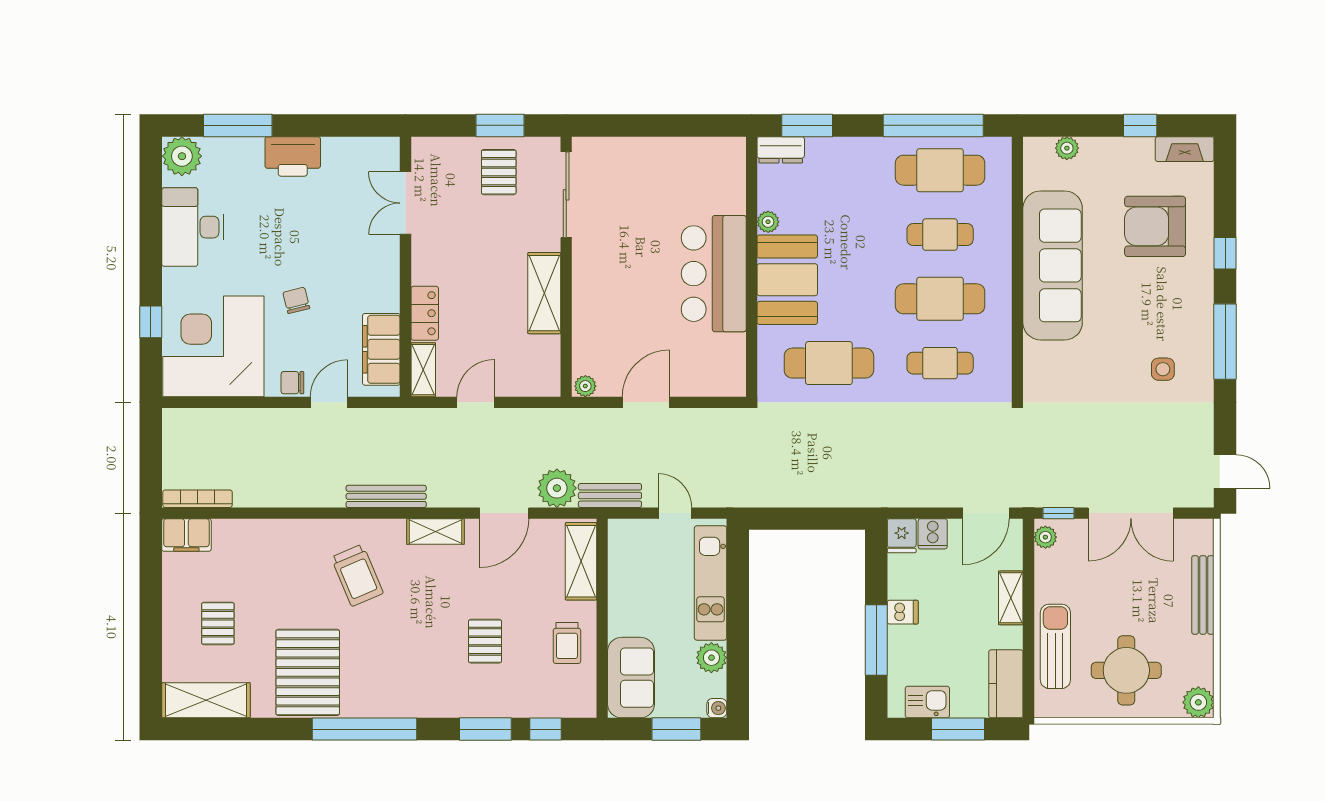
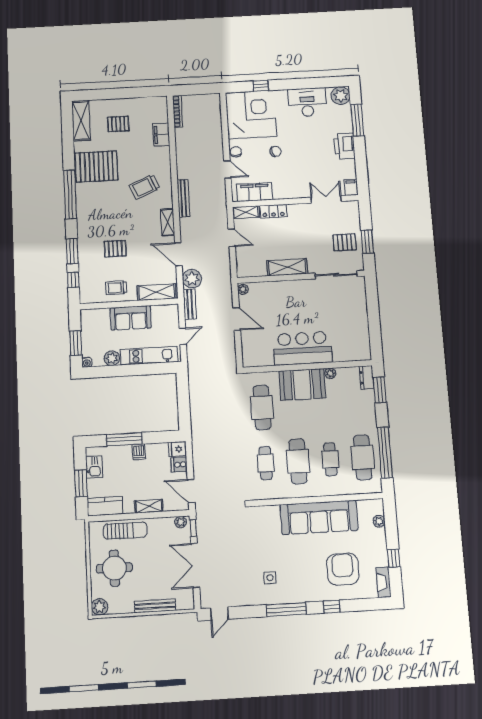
filing cabinet: (383, 150) -> (351, 187), added
filing cabinet: (186, 535) -> (161, 135), moved
sofa: (631, 678) -> (131, 318), moved

